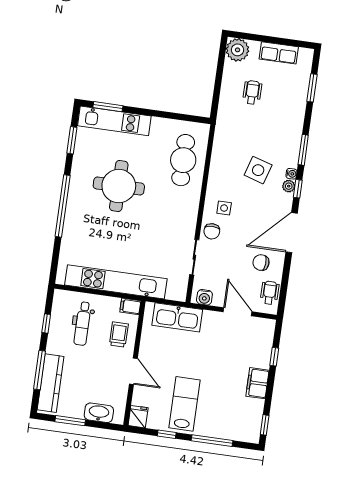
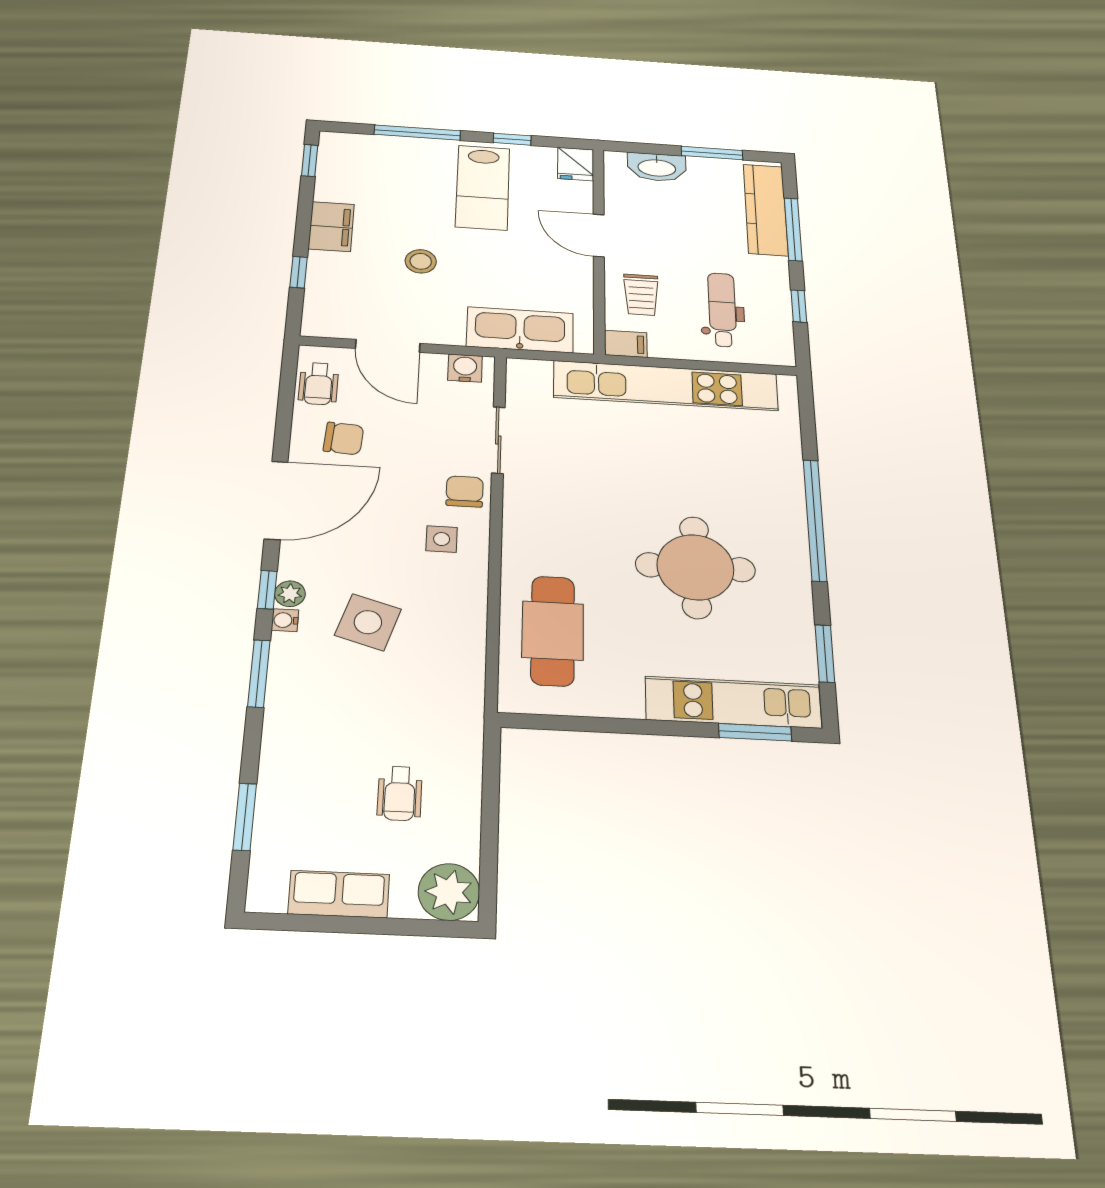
stool: (218, 360) -> (421, 261), added

